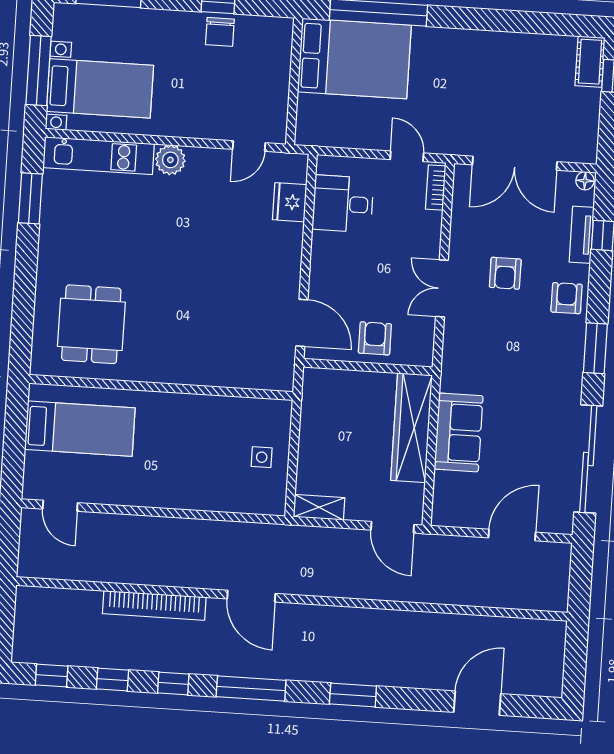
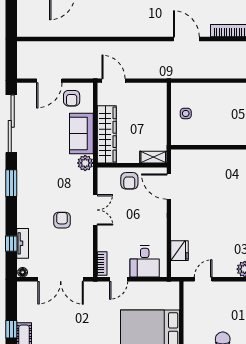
door: (407, 156) -> (119, 279), hinge flipped
double door: (515, 163) -> (61, 279), swing flipped
desk: (343, 204) -> (145, 261), moved, turned 90
armchair: (567, 298) -> (72, 98), moved
plant: (455, 377) -> (85, 163), added
shelving: (319, 507) -> (153, 157), moved

